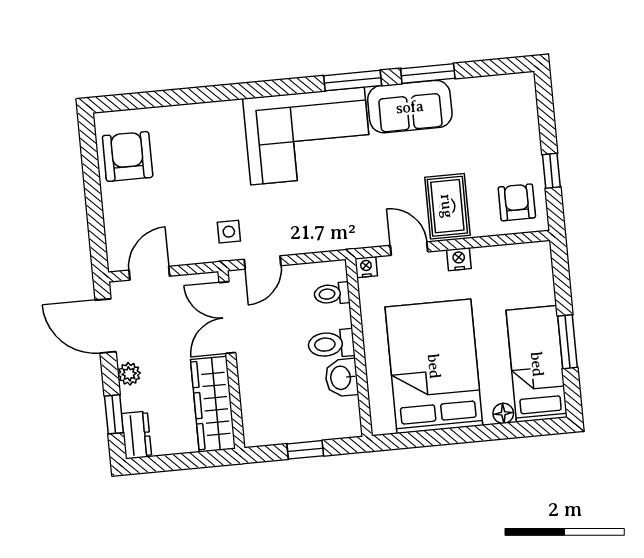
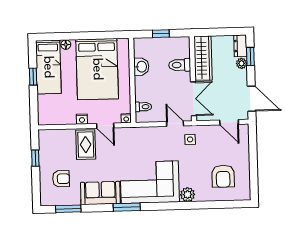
window: (428, 73) -> (68, 209), moved
plant: (226, 115) -> (188, 195), added
armchair: (128, 156) -> (223, 176), moved
armchair: (517, 202) -> (61, 179), moved, turned -90
door: (263, 262) -> (175, 124), hinge flipped
door: (149, 273) -> (229, 122), hinge flipped
window: (568, 342) -> (33, 77), width x0.67
toilet: (331, 344) -> (180, 65), moved, turned 180
plant: (129, 374) -> (242, 63), moved

